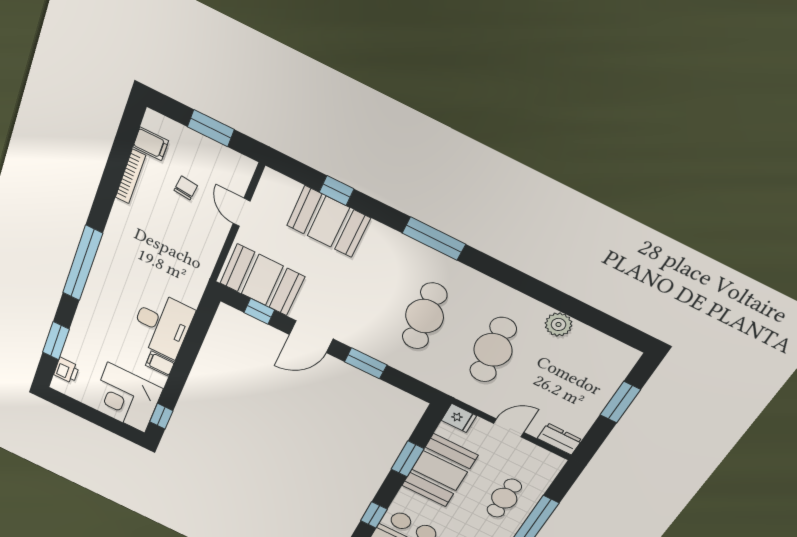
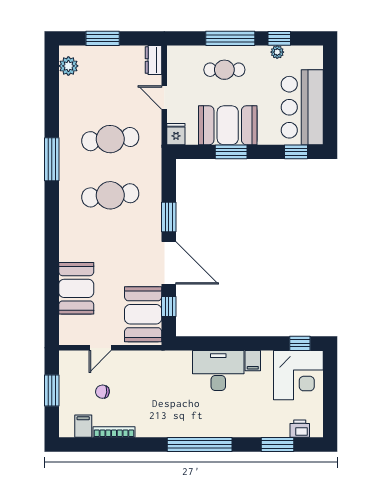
window: (337, 191) -> (52, 293), removed
window: (434, 239) -> (52, 159), moved
plant: (559, 324) -> (68, 66), moved
door: (311, 337) -> (169, 263), width x1.36

